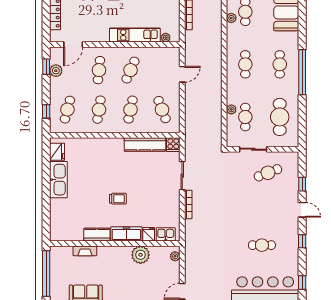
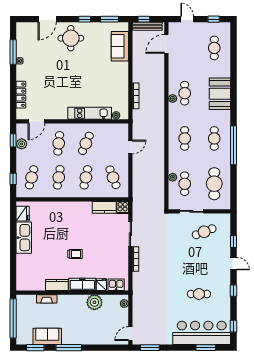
kitchen counter: (145, 144) -> (104, 207), width x0.67

